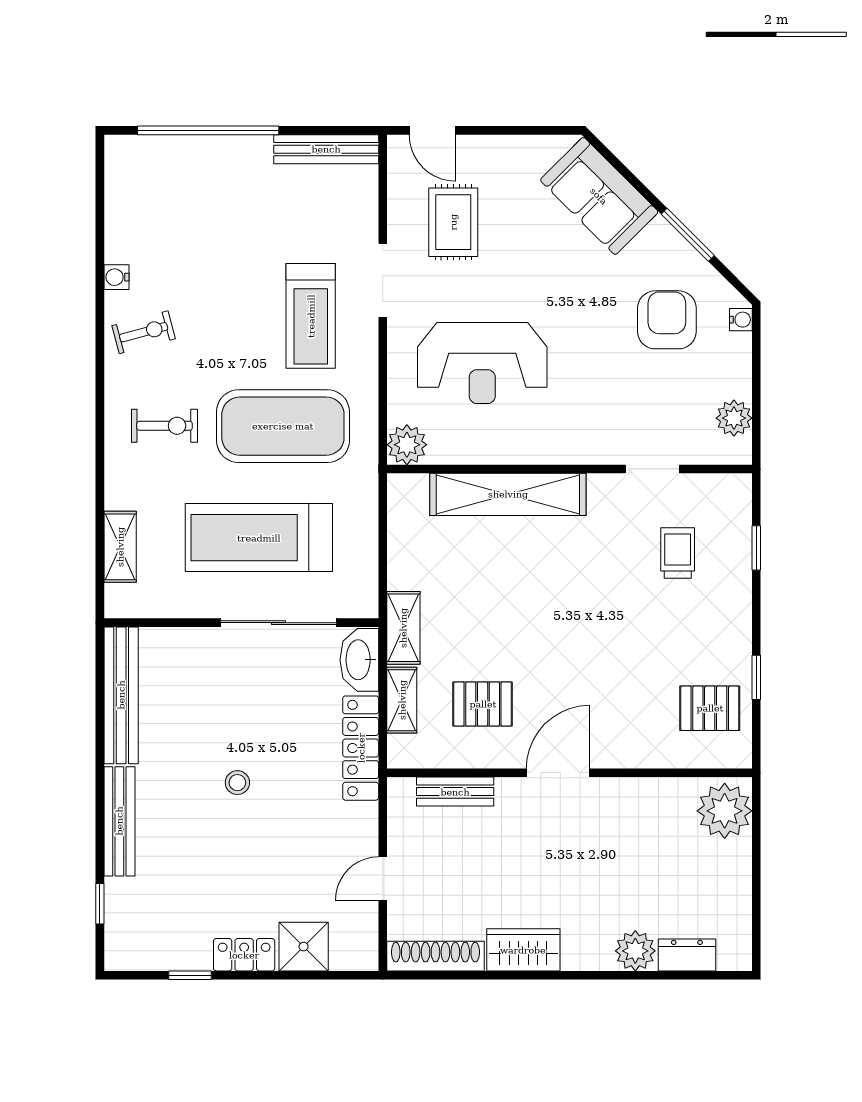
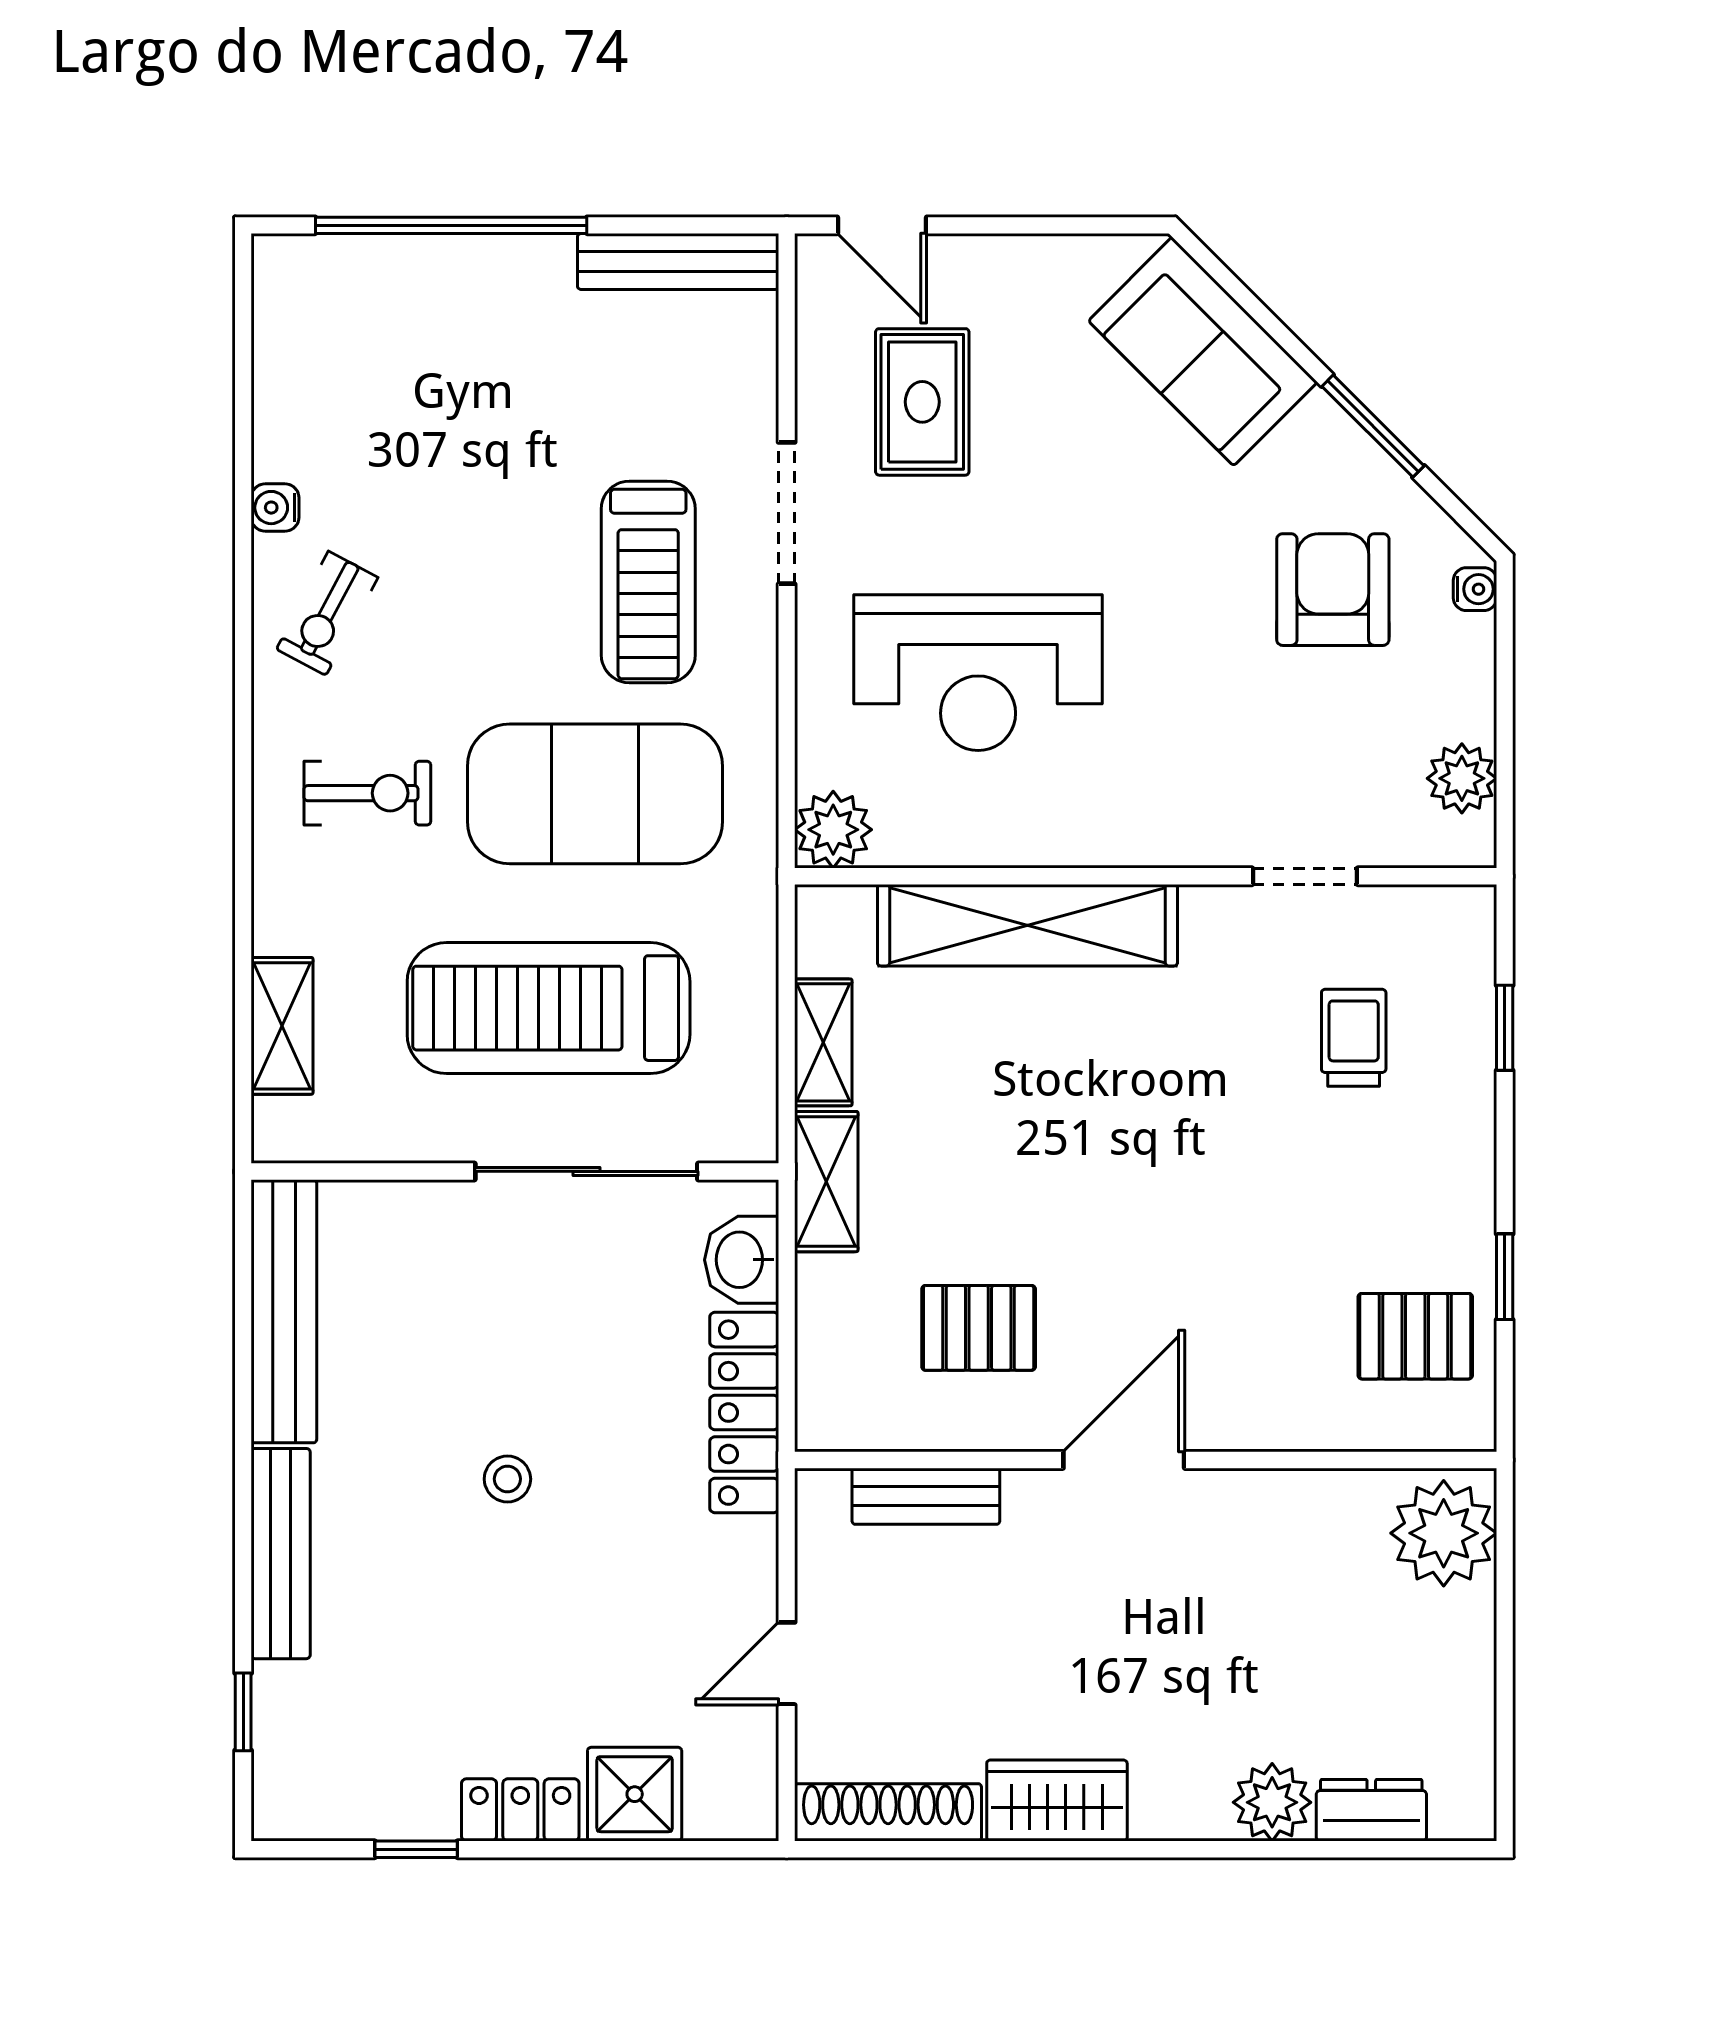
exercise bike: (144, 332) -> (327, 613), turned 133
washbasin: (359, 660) -> (742, 1260), width x0.72
shelving: (402, 700) -> (823, 1042), moved

